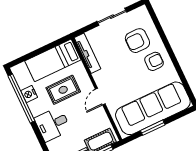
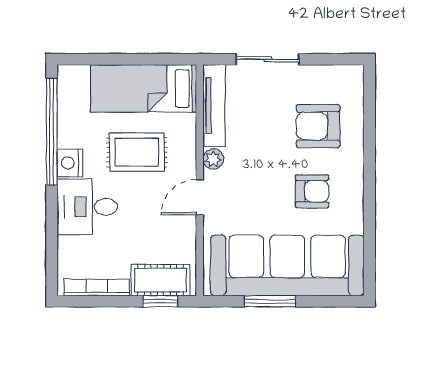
sliding door: (112, 17) -> (268, 59), moved
armchair: (154, 61) -> (312, 191), moved
plant: (98, 77) -> (213, 159), added
nightstand: (29, 94) -> (70, 163), moved

